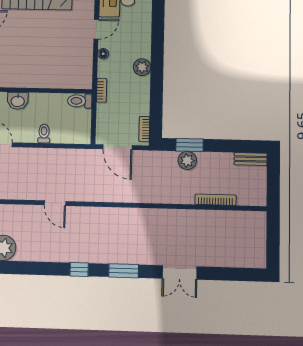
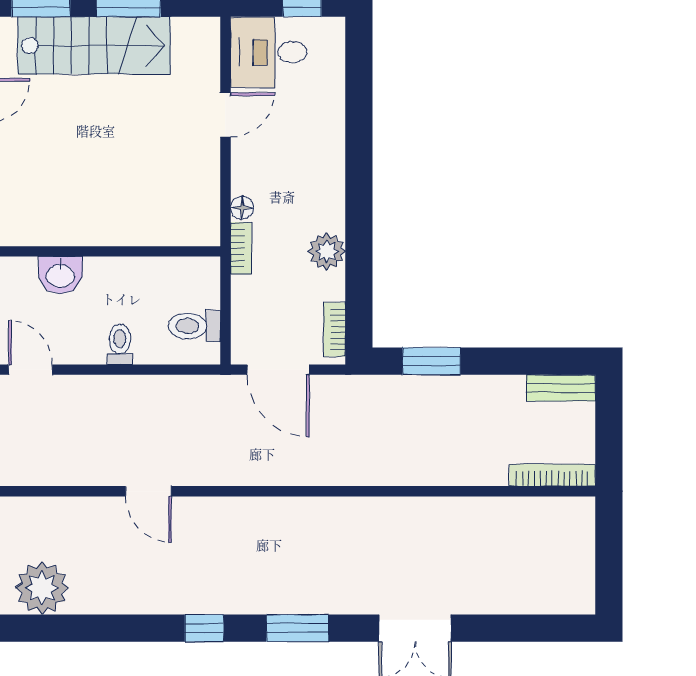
floor lamp: (103, 54) -> (242, 208), moved
plant: (142, 67) -> (327, 251), moved
toilet: (80, 101) -> (194, 326), moved
plant: (187, 160) -> (427, 394), removed
bookcase: (216, 200) -> (552, 475), moved

